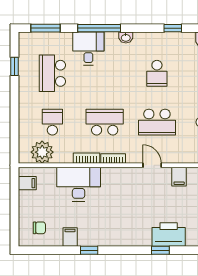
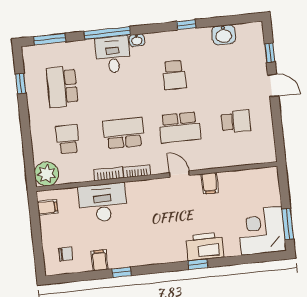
desk: (88, 49) -> (113, 55), moved
plant: (42, 152) -> (47, 174), moved

